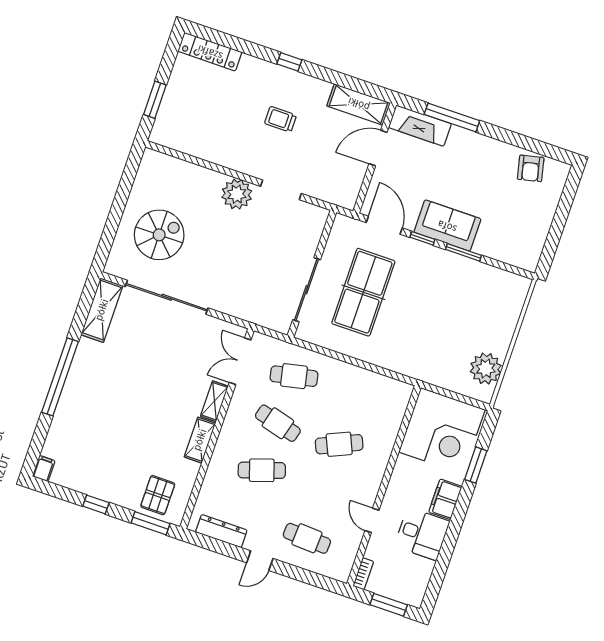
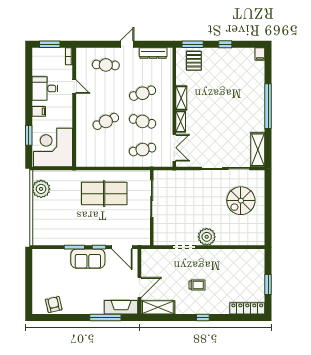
window: (155, 100) -> (268, 284), moved
table tennis table: (363, 292) -> (104, 194), moved, turned 90
filing cabinet: (445, 499) -> (39, 111), width x0.50

